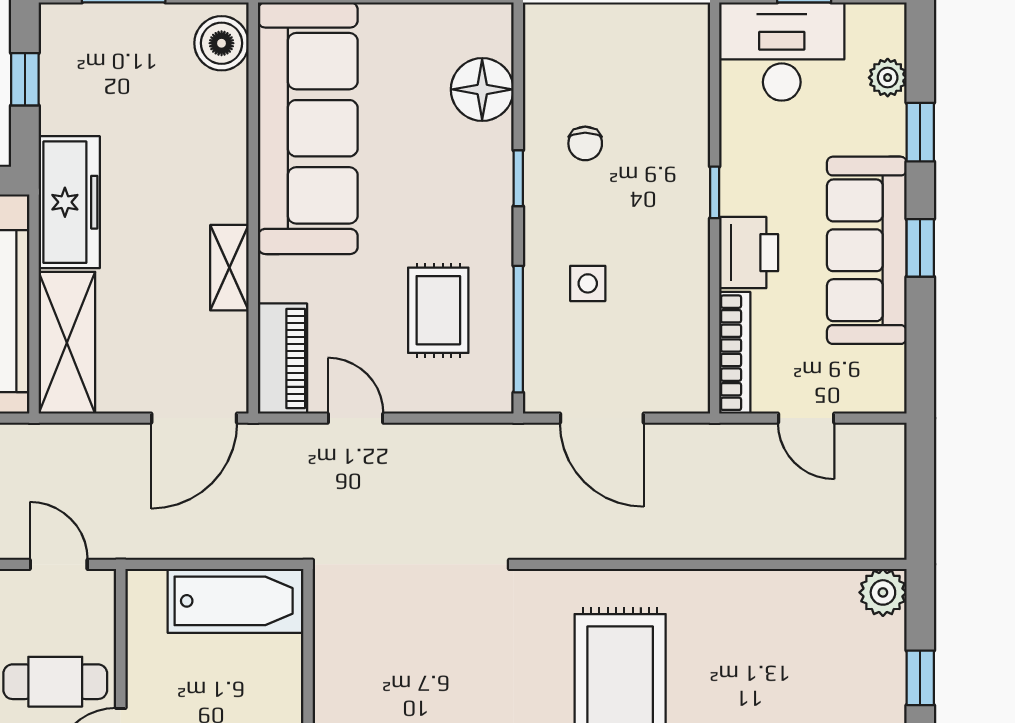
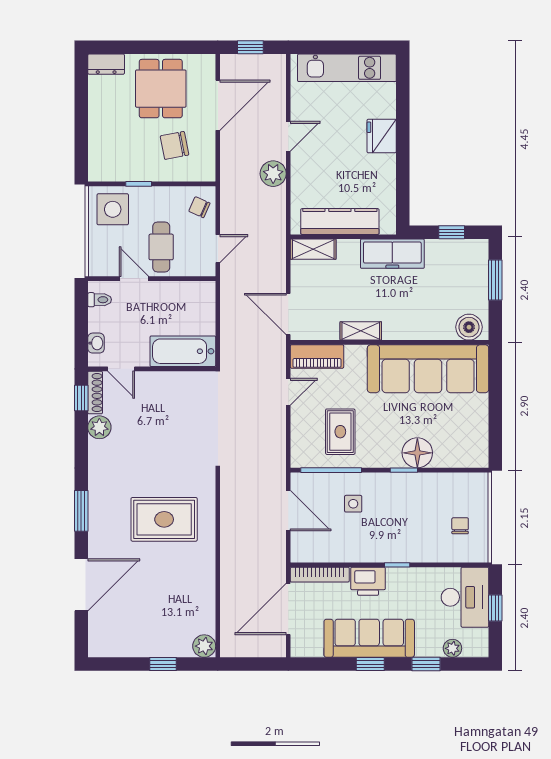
floor lamp: (482, 89) -> (417, 453), moved
chair: (585, 143) -> (460, 526), moved, turned 90
rug: (438, 310) -> (340, 432), turned 90
shelving: (67, 343) -> (313, 249), width x0.67, depth x0.75
door: (602, 418) -> (288, 511), swing flipped
door: (806, 418) -> (288, 609), width x1.87
bathtub: (236, 601) -> (183, 351), moved, turned 90

